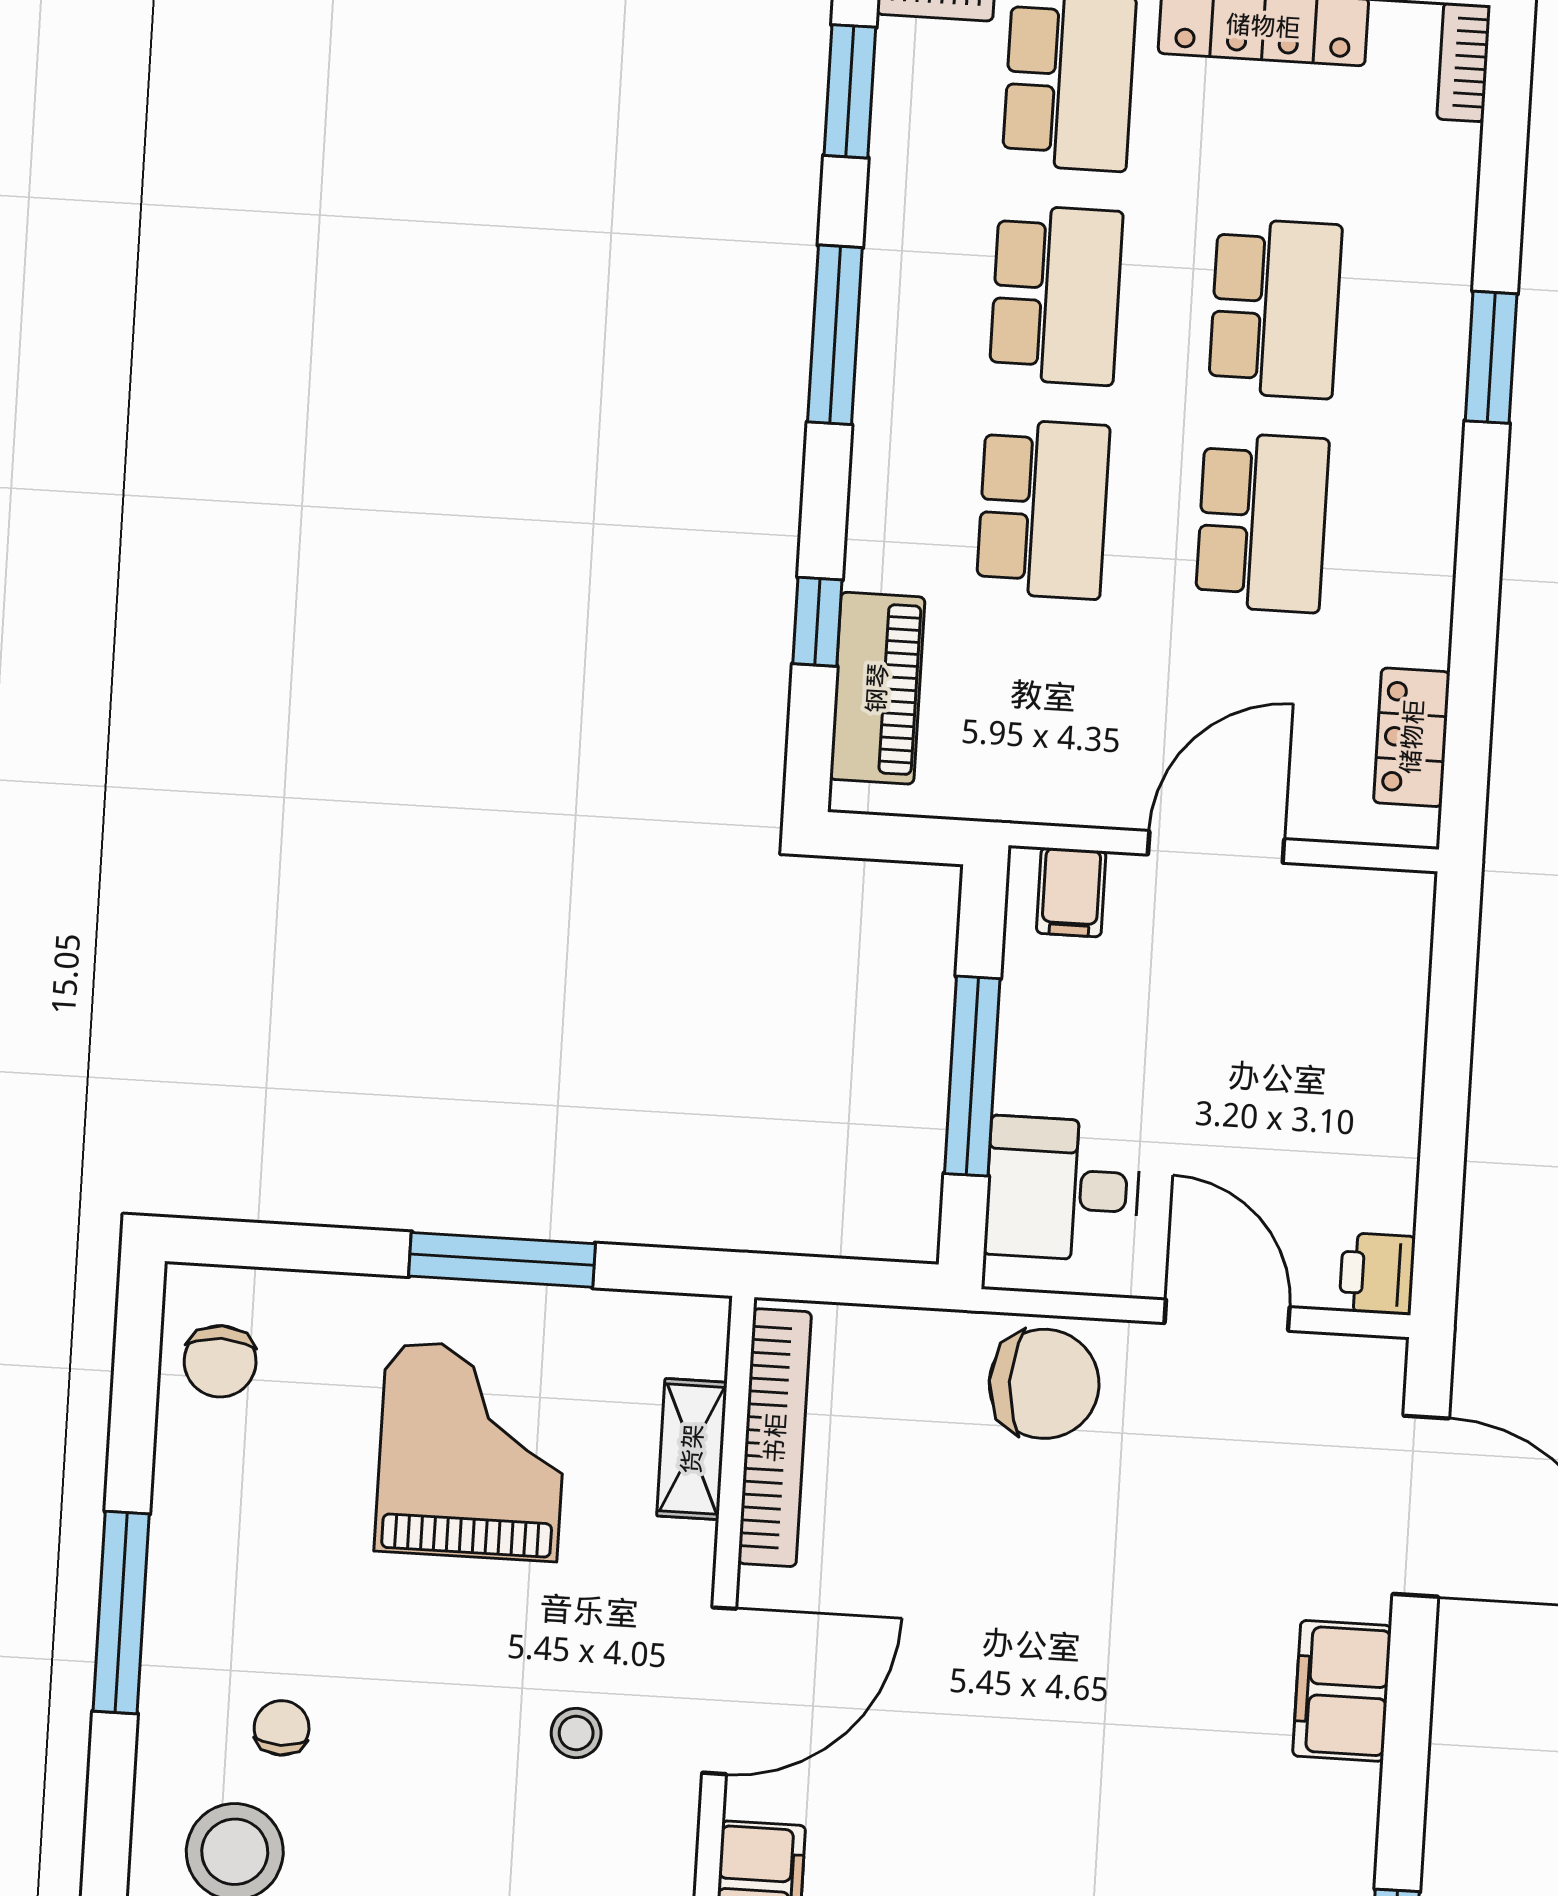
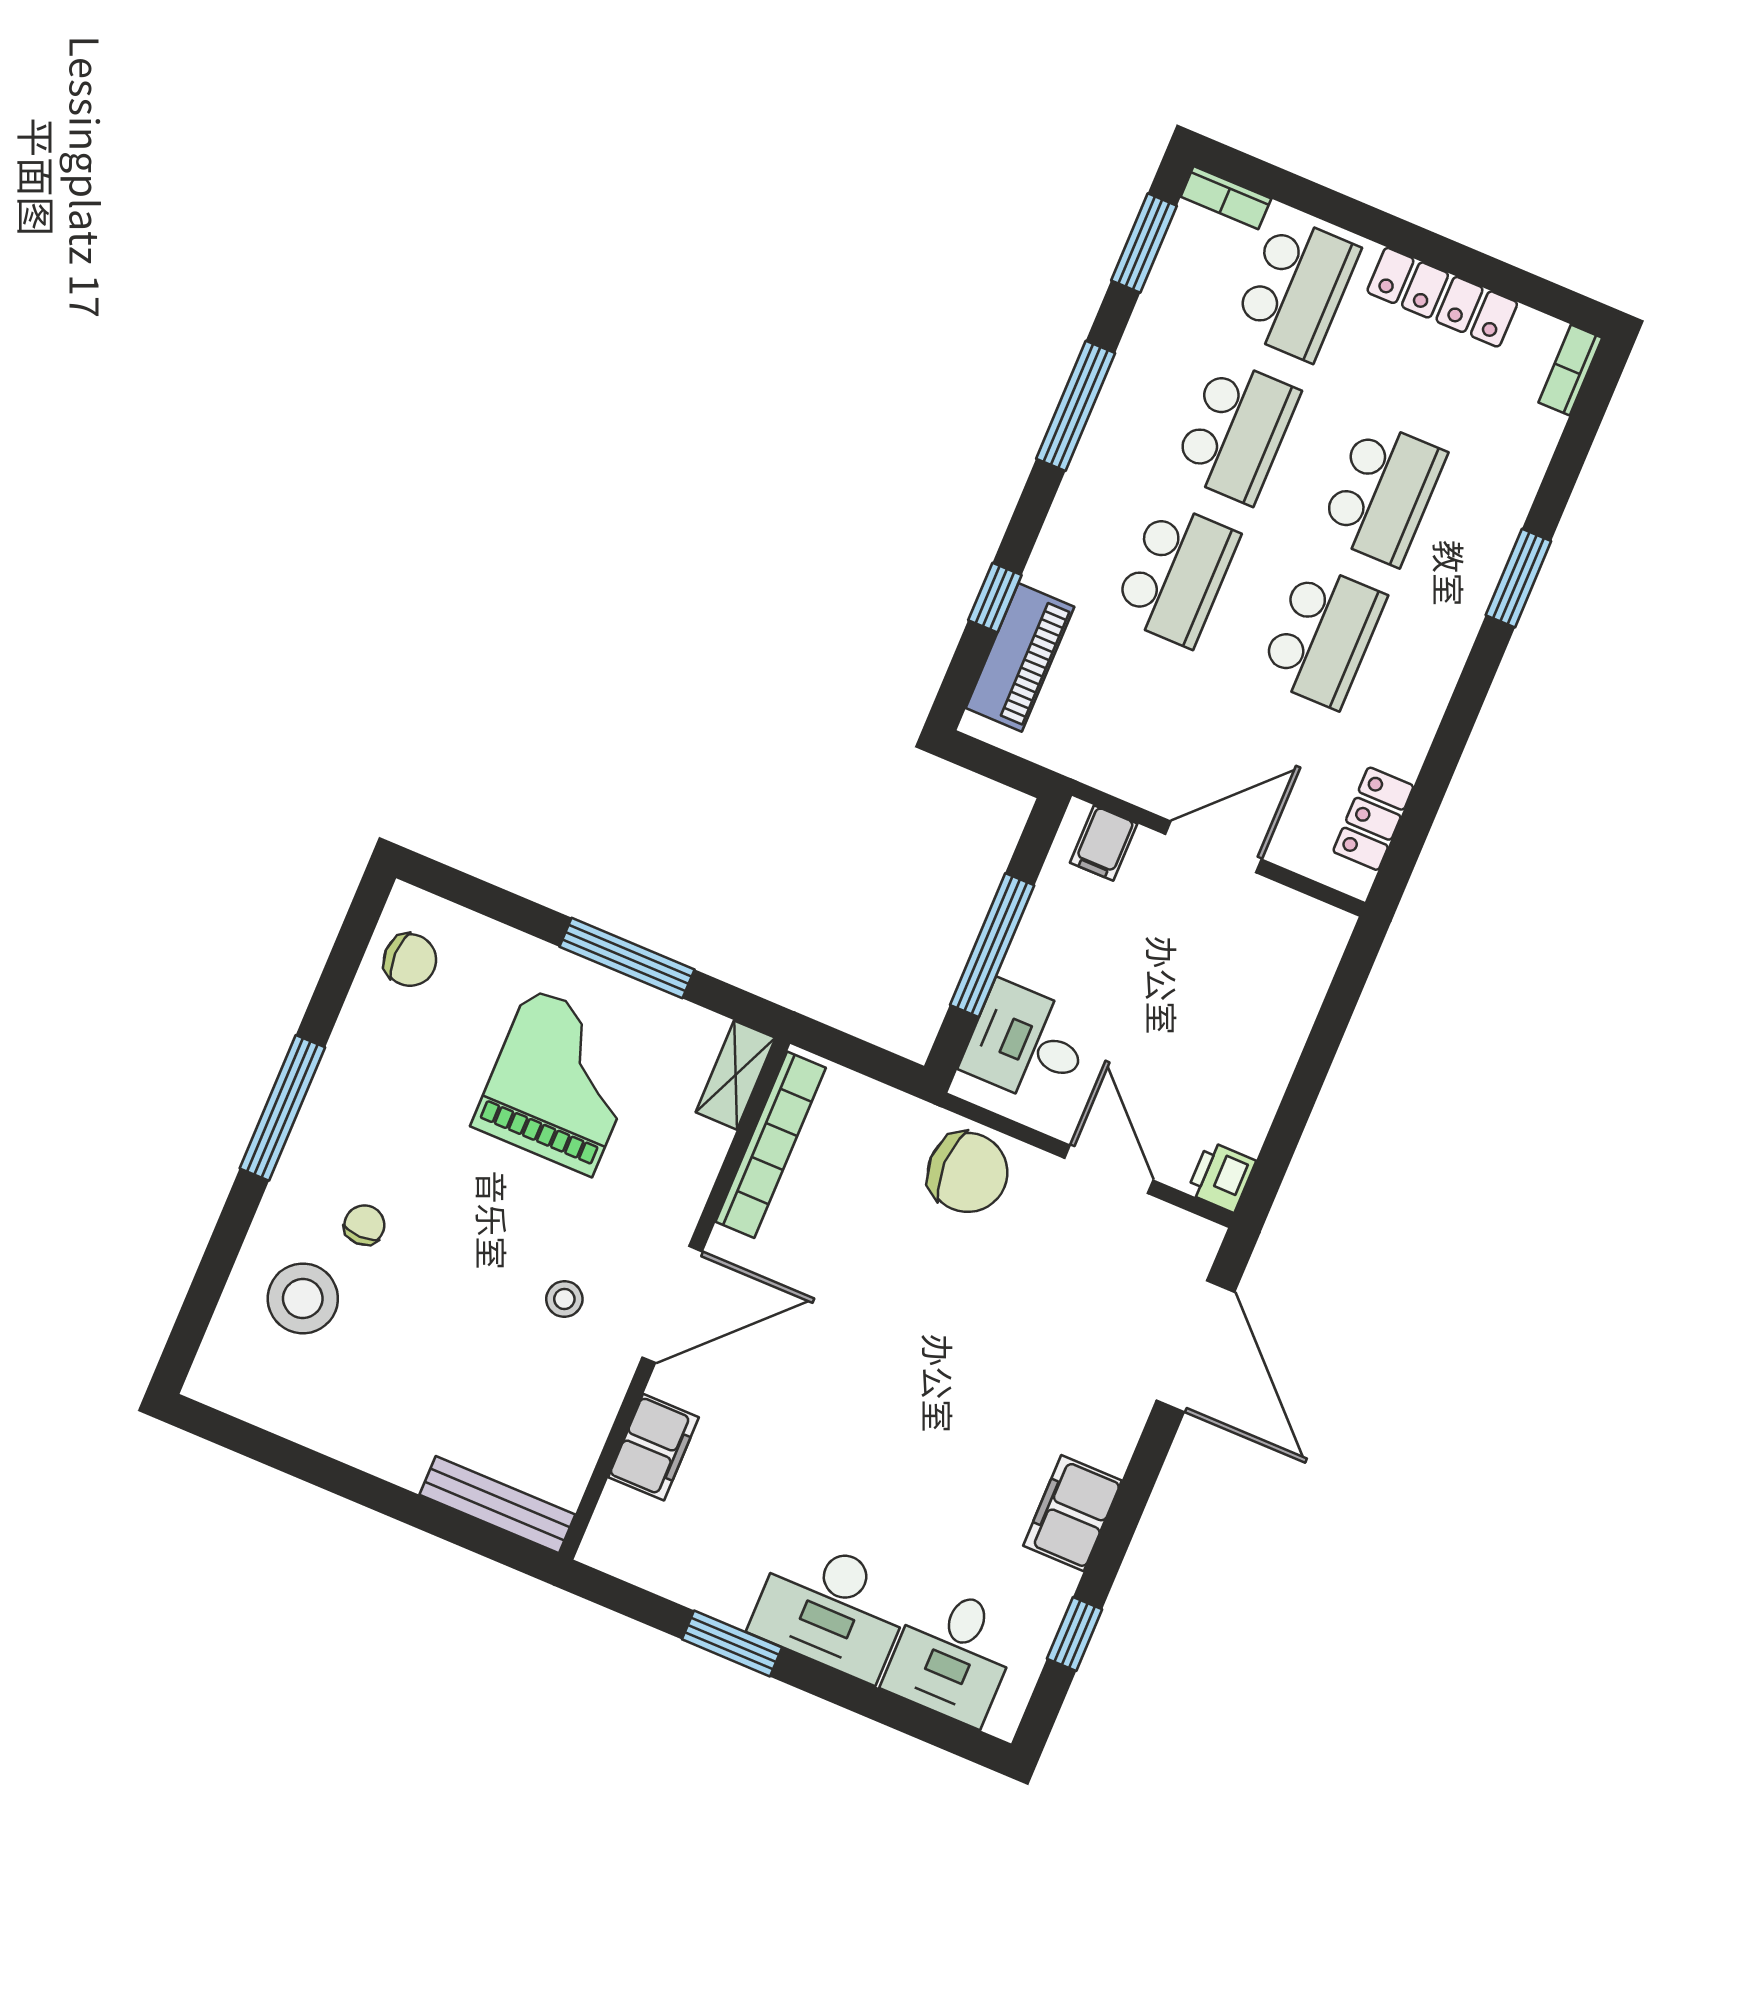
chair: (220, 1361) -> (410, 960), turned -90
shelving: (692, 1449) -> (736, 1075), moved
filing cabinet: (1342, 1691) -> (1073, 1513), moved

